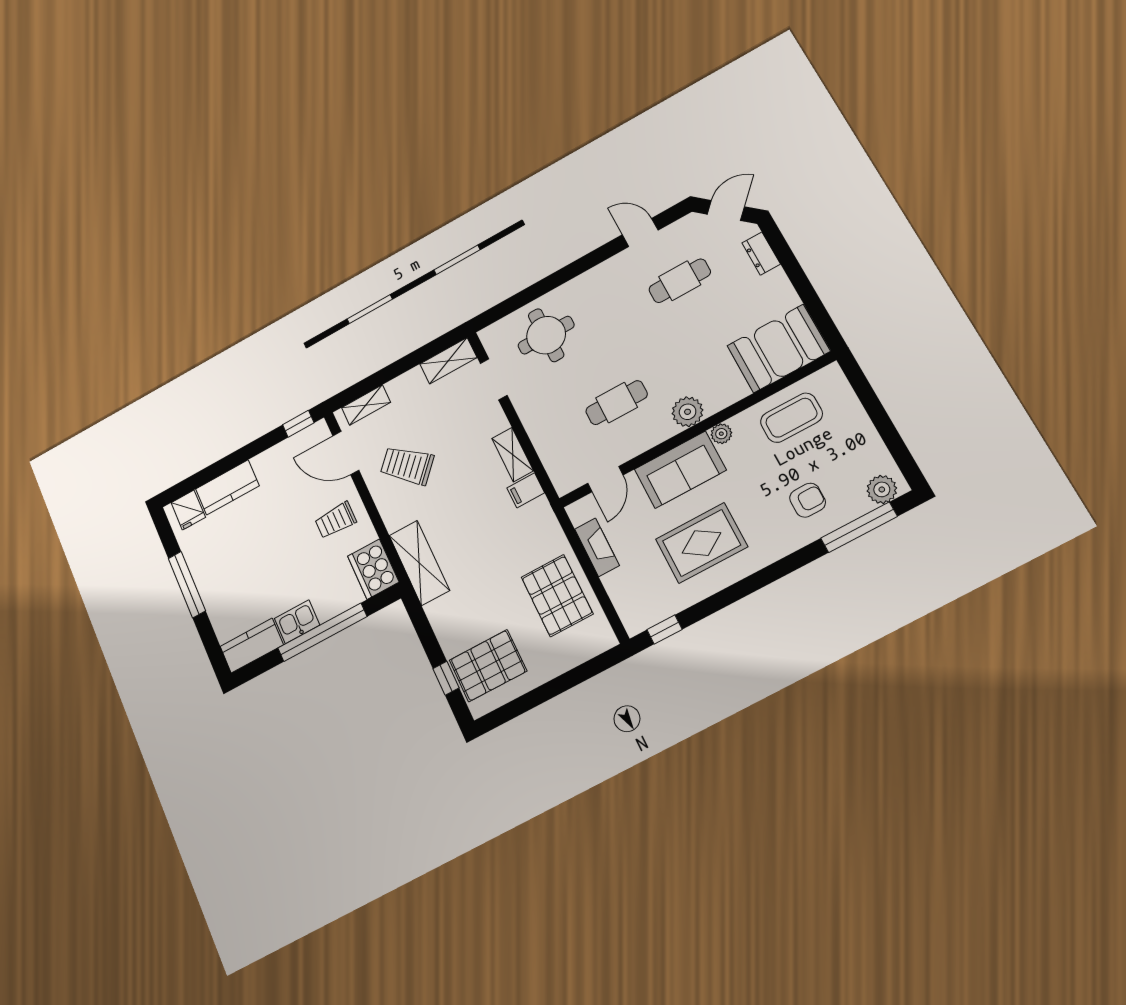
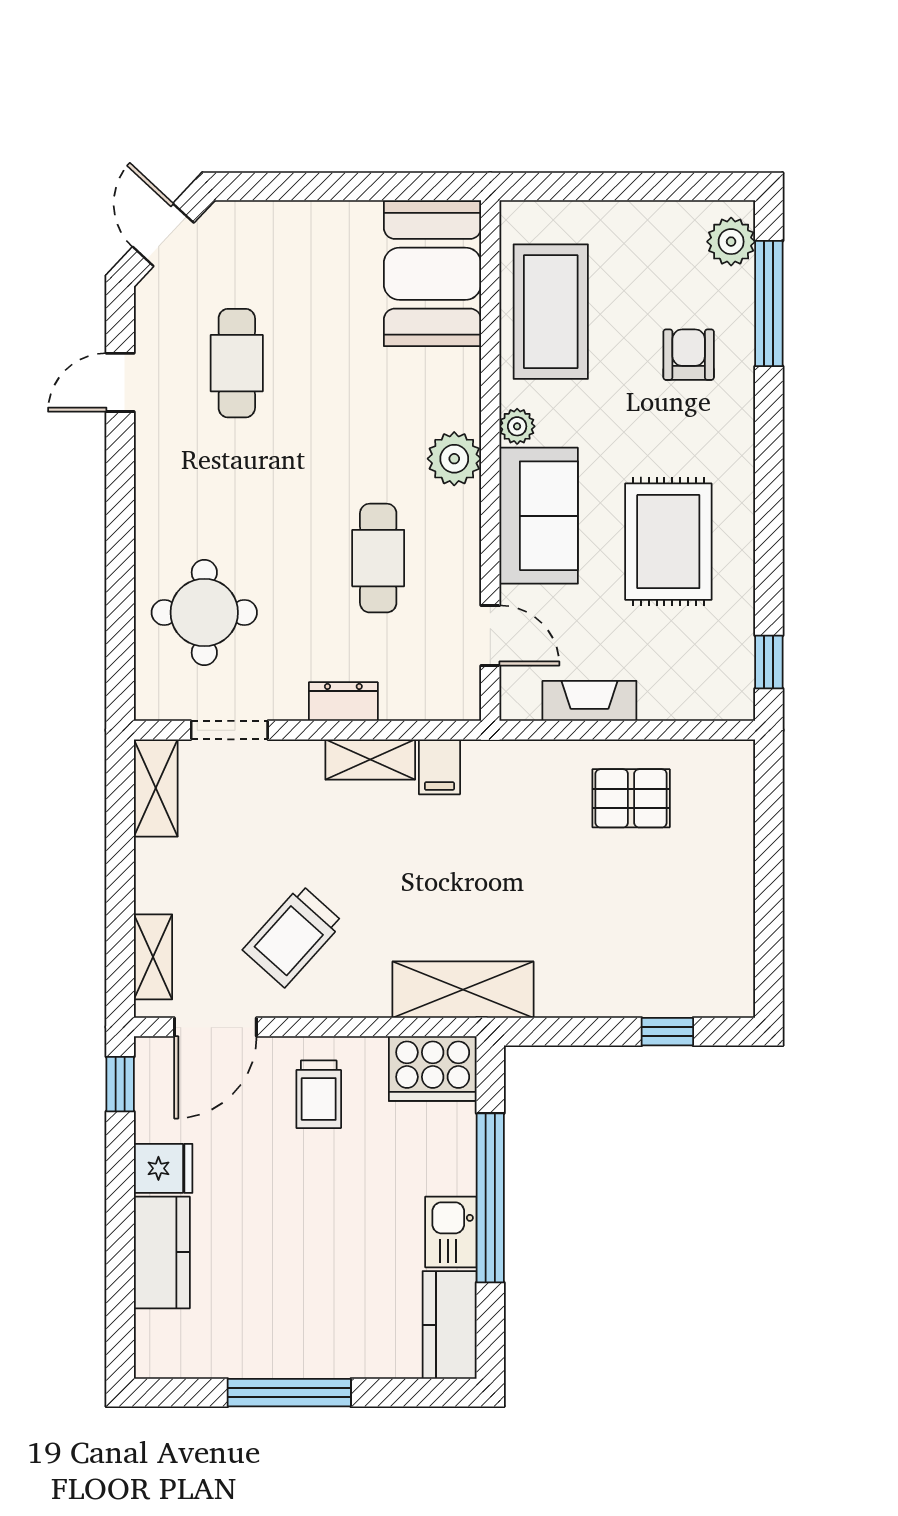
dresser: (761, 254) -> (343, 702), moved, turned 180
coffee table: (791, 418) -> (551, 312), width x1.36, depth x1.32
fridge: (188, 510) -> (163, 1168), moved
pallet: (557, 596) -> (631, 798), width x0.67, depth x0.71
pallet: (488, 666) -> (682, 957), removed

